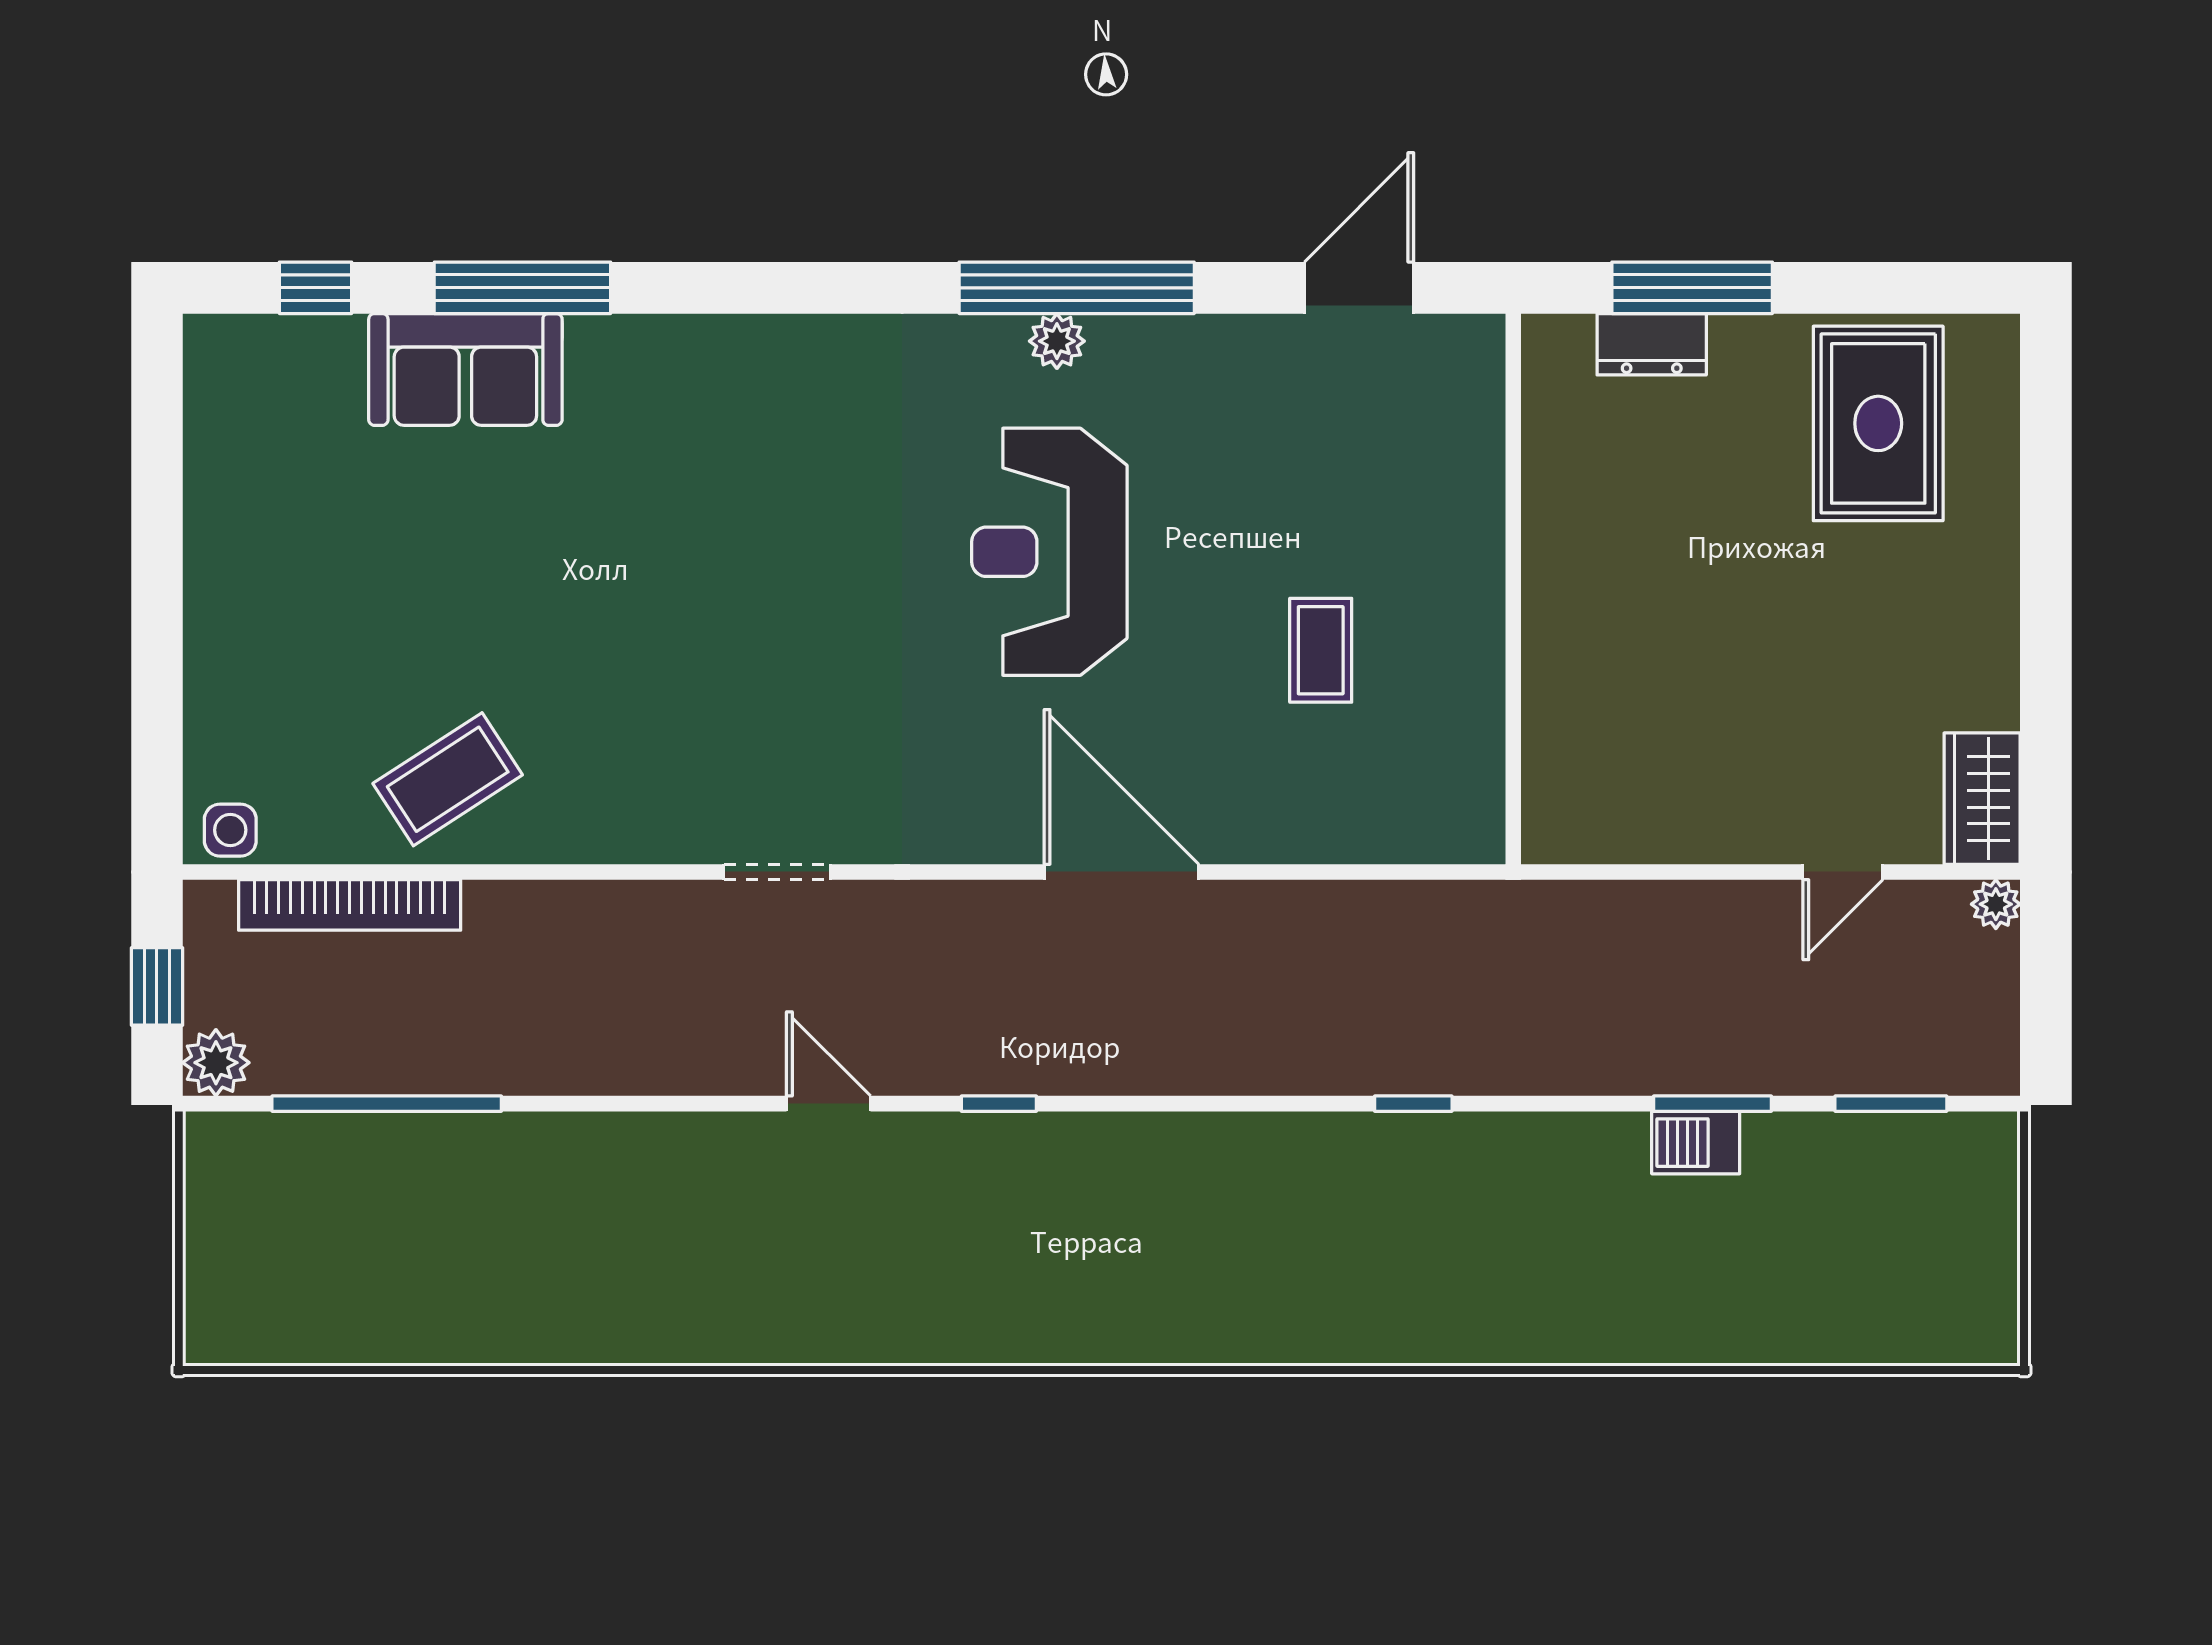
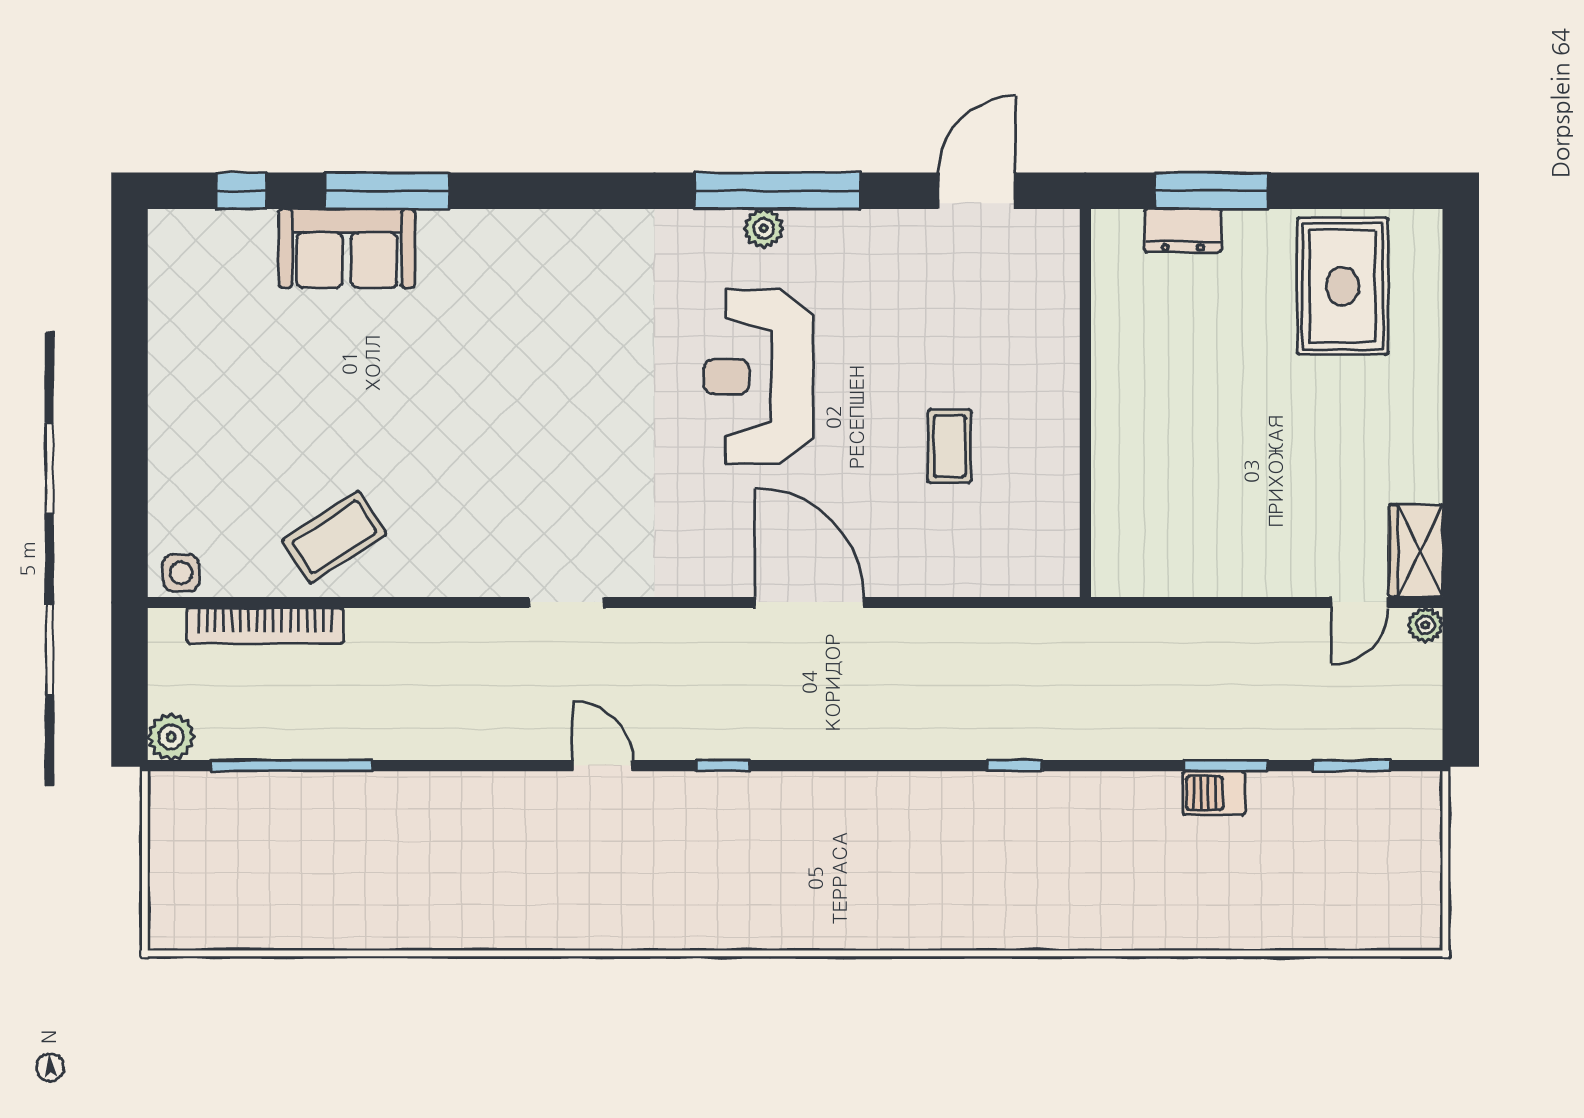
door: (1843, 872) -> (1359, 602), moved
window: (157, 986) -> (129, 683), removed

